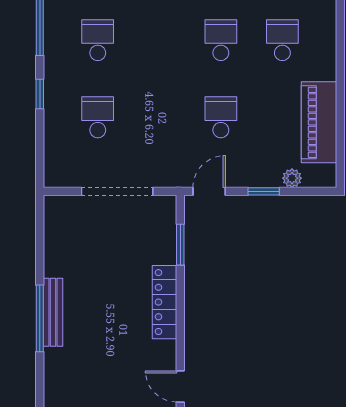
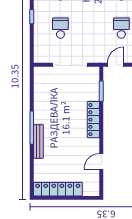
bench: (53, 312) -> (38, 142), moved
door: (180, 386) -> (101, 161), hinge flipped

